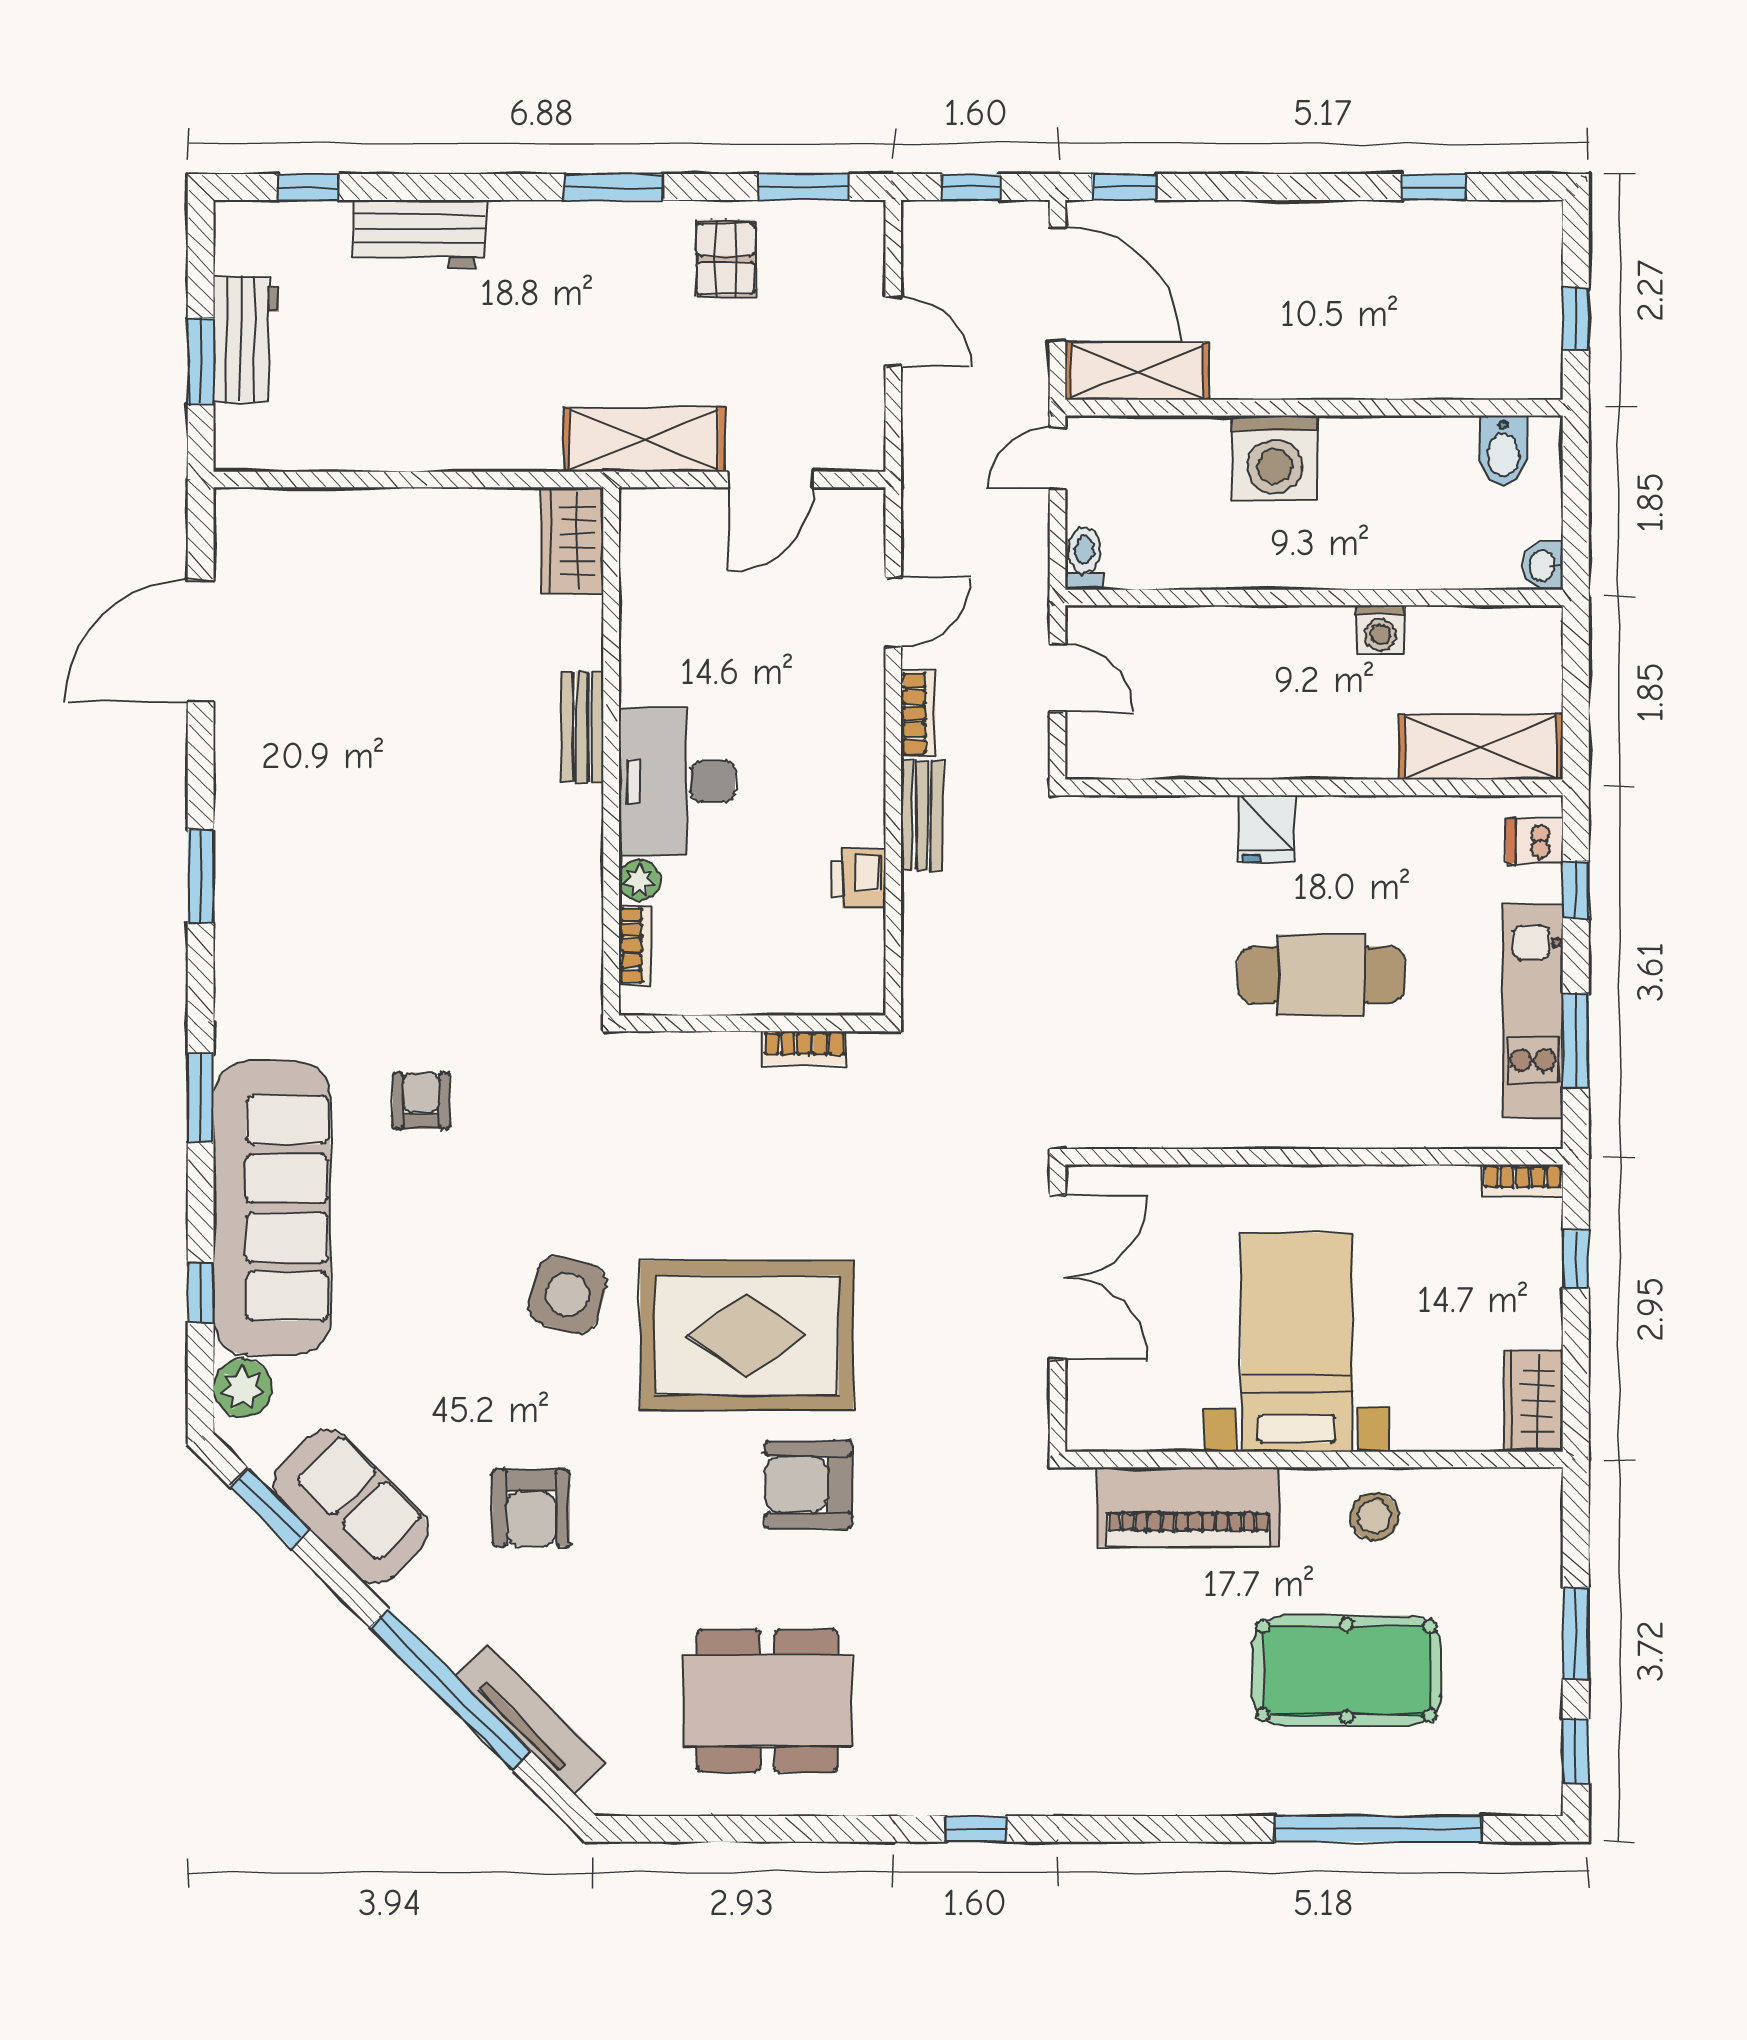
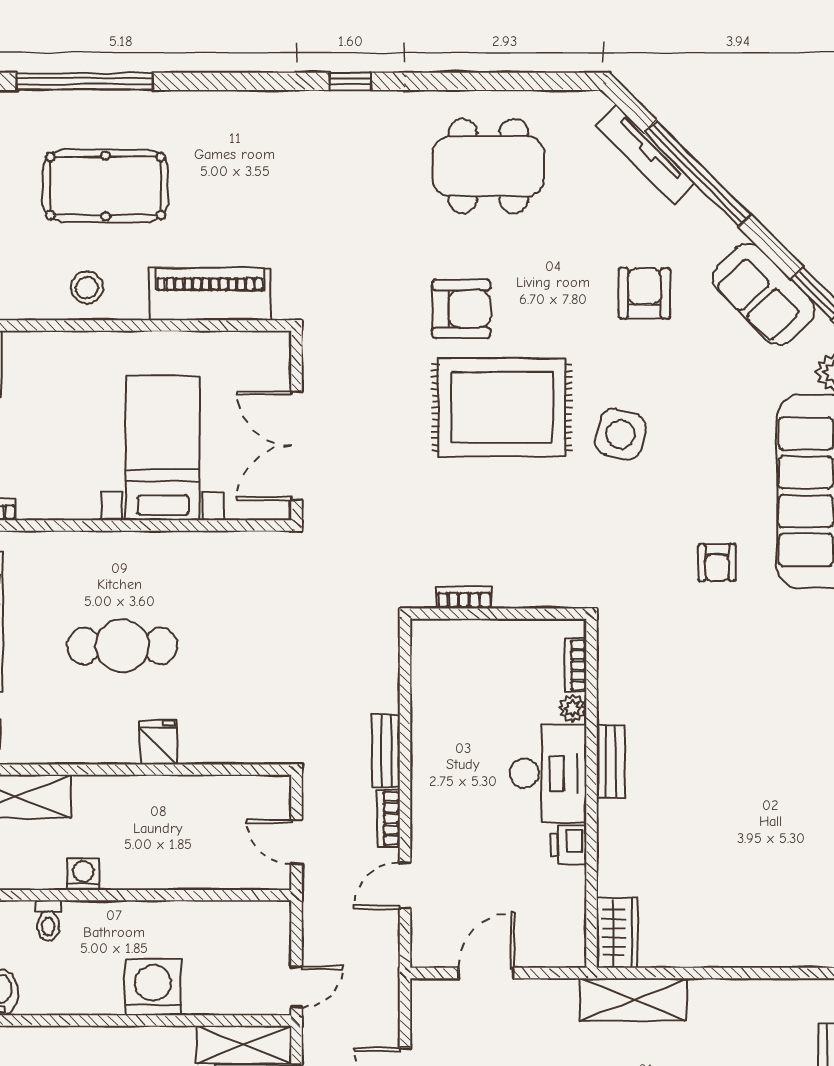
shelving: (644, 440) -> (633, 1000), moved
toilet: (1084, 559) -> (48, 921), moved
bench: (582, 727) -> (611, 761), moved
printer: (858, 878) -> (569, 845), moved, turned 180
bed with nightstands: (1297, 1342) -> (163, 448), moved, turned 180

